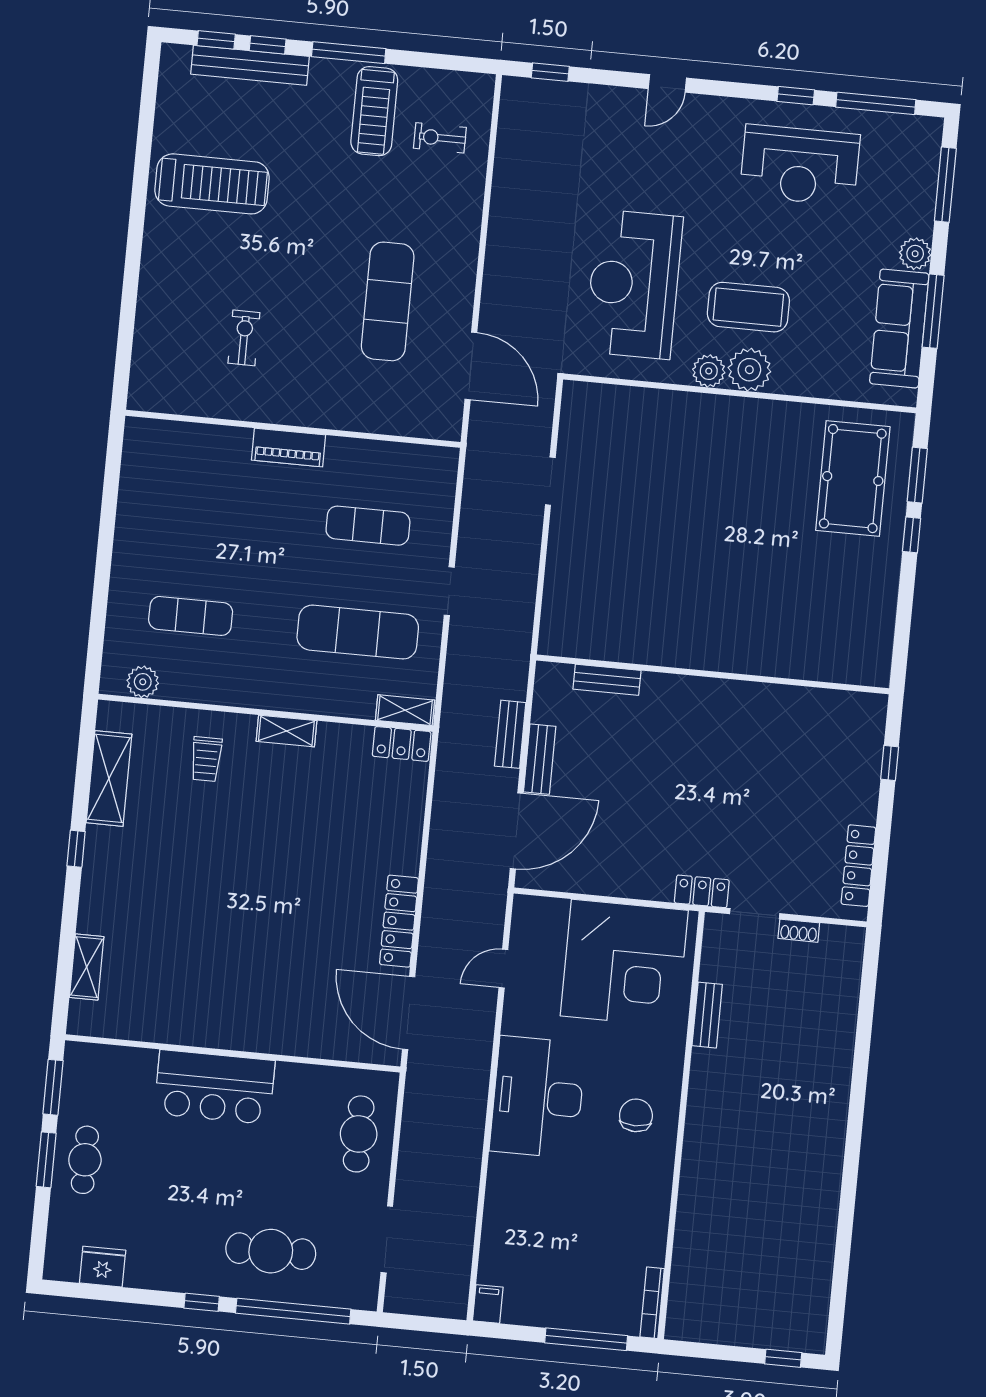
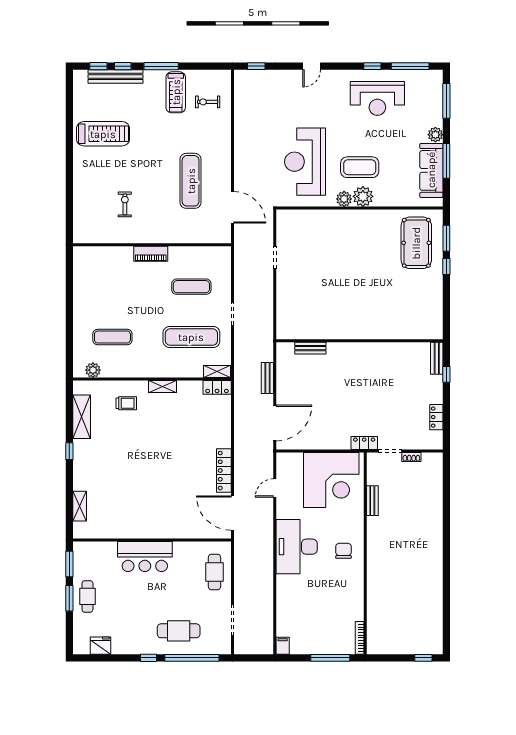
trolley: (206, 759) -> (126, 403), turned -90
bench: (540, 759) -> (437, 358), moved
locker: (858, 866) -> (436, 417), width x0.66

